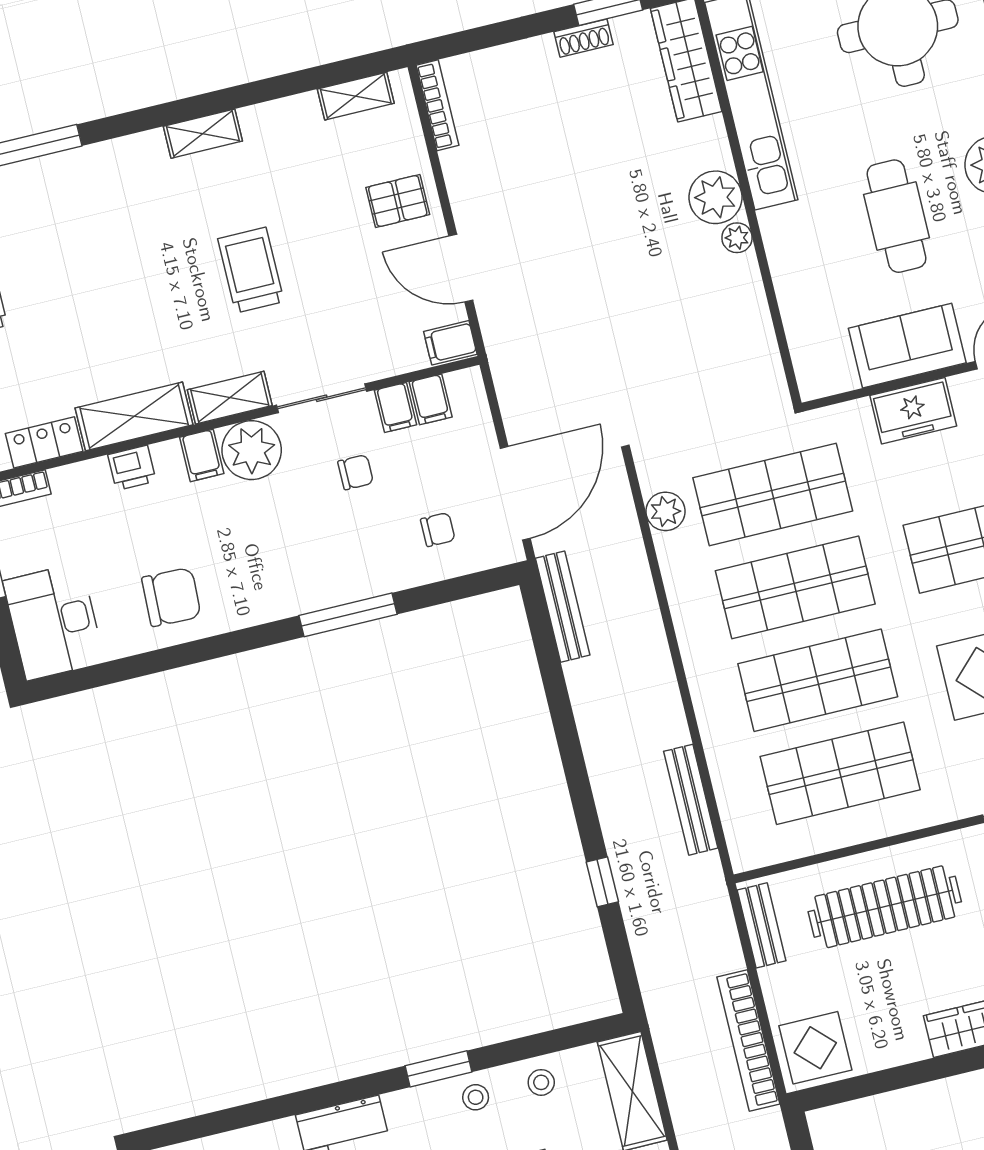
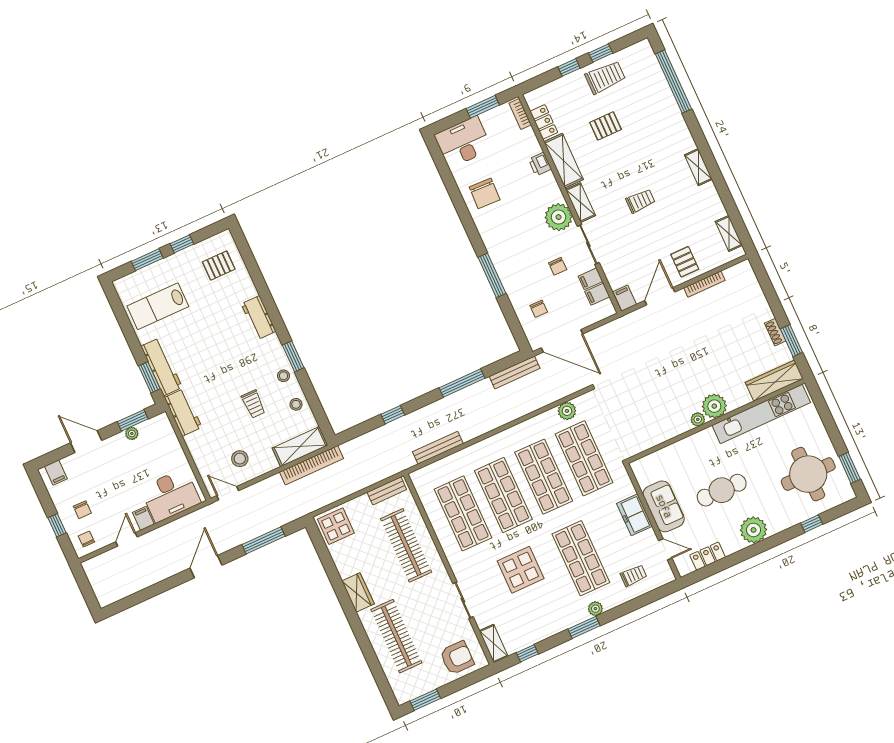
bookcase: (438, 105) -> (704, 284), moved
trolley: (251, 270) -> (640, 201), width x0.73, depth x0.72
pallet: (78, 313) -> (606, 126), added
filing cabinet: (202, 455) -> (552, 195), removed
window: (564, 722) -> (462, 383), added
bookcase: (748, 1040) -> (311, 465), moved, turned 180

